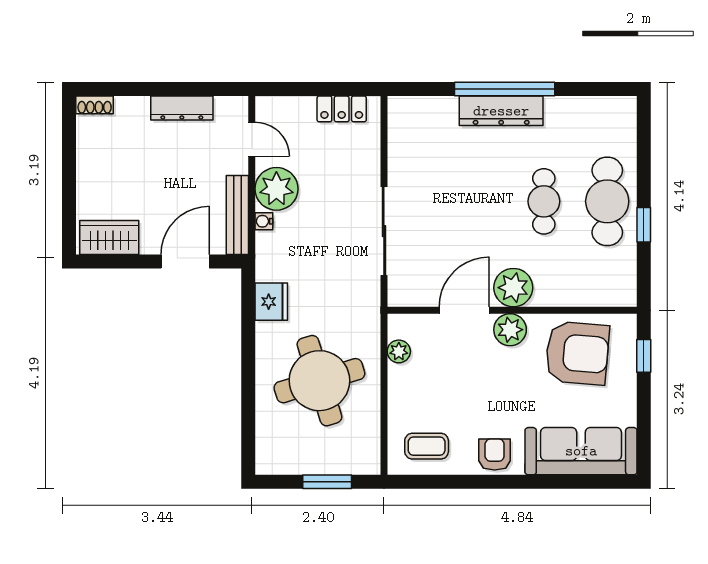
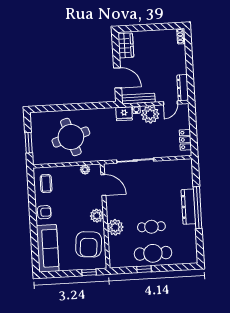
dresser: (182, 108) -> (183, 88), moved
plant: (513, 288) -> (115, 227), moved
fridge: (271, 302) -> (124, 114), moved
door: (464, 310) -> (103, 185), moved

